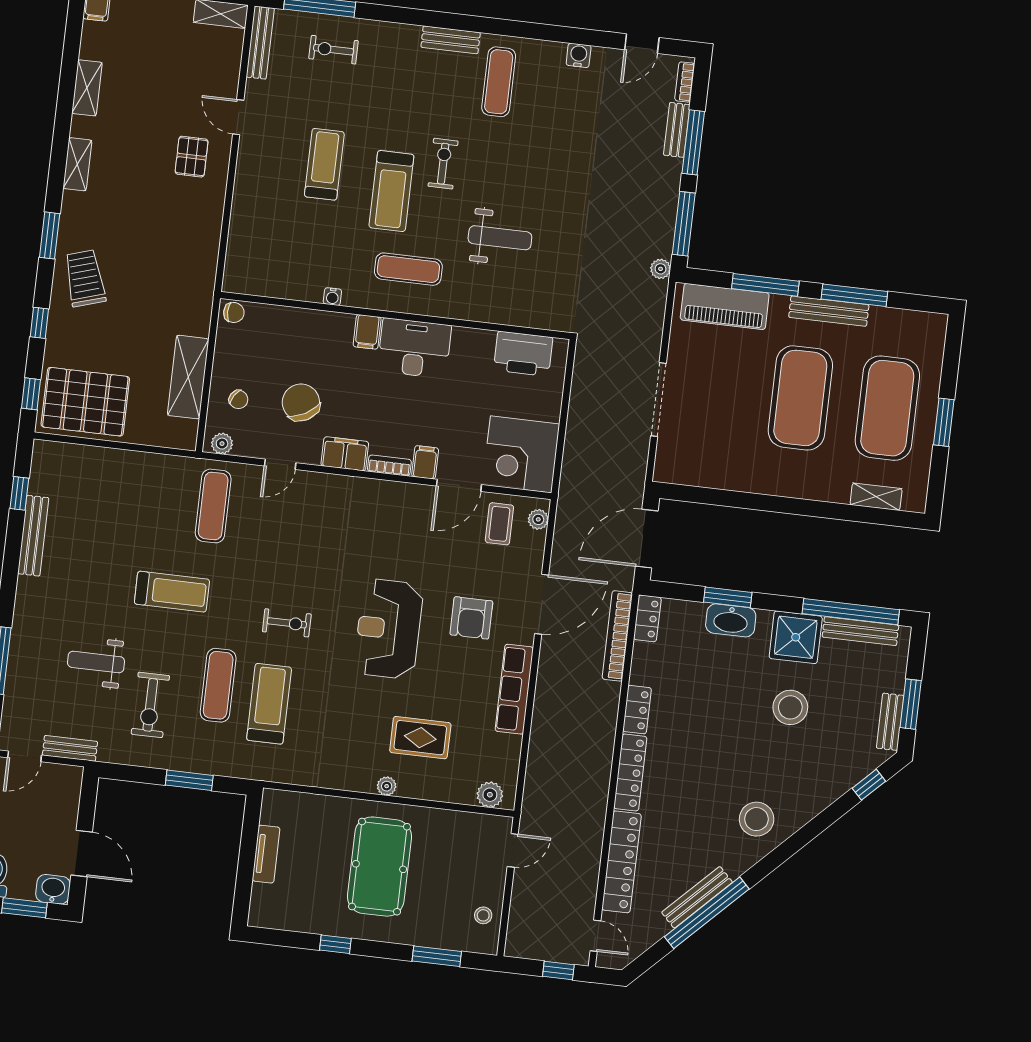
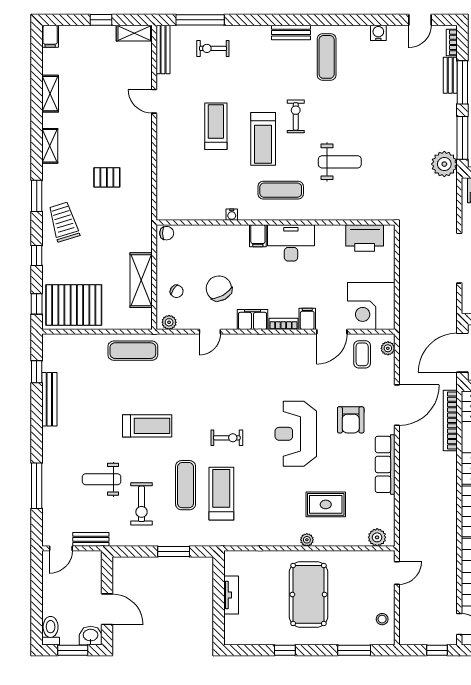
pallet: (192, 157) -> (107, 177), moved, turned 90
plant: (661, 269) -> (444, 164), width x1.88, depth x1.88
exercise mat: (213, 506) -> (133, 351), moved, turned 90

